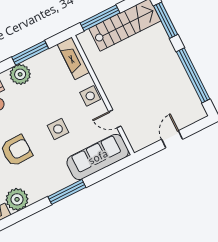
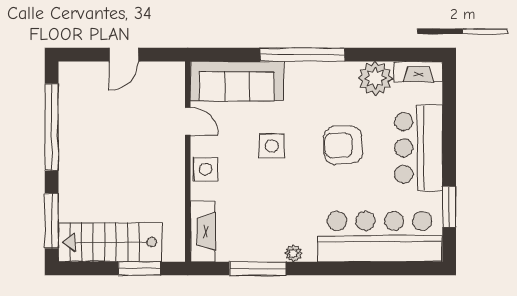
window: (100, 18) -> (139, 269), width x0.69
plant: (20, 74) -> (293, 253), width x0.53, depth x0.53
window: (67, 192) -> (302, 55), width x1.46

